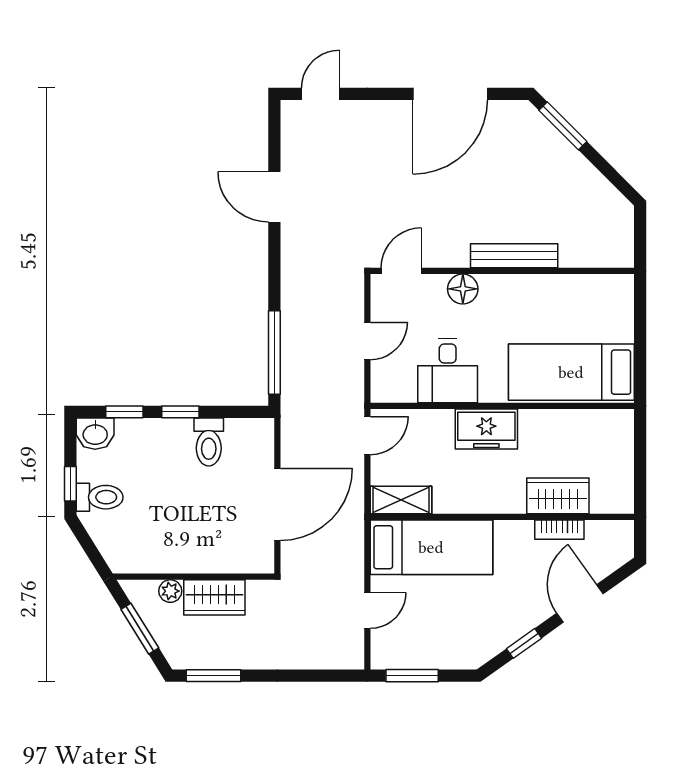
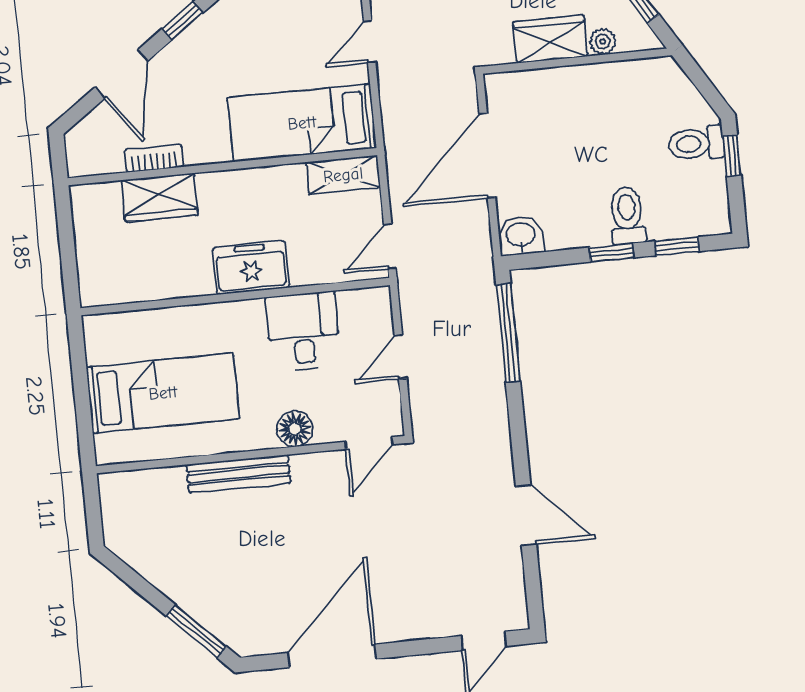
bed: (571, 372) -> (163, 393), moved
washbasin: (95, 434) -> (521, 236), moved
toilet: (209, 442) -> (627, 215), moved

